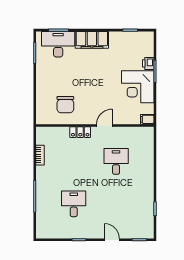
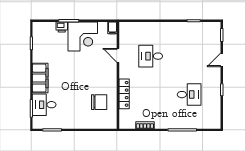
desk: (58, 44) -> (44, 105), width x0.73
door: (104, 126) -> (118, 55), moved
locker: (80, 132) -> (124, 94), width x1.53
desk: (74, 204) -> (189, 95), turned 180

